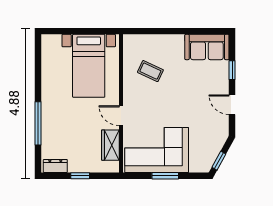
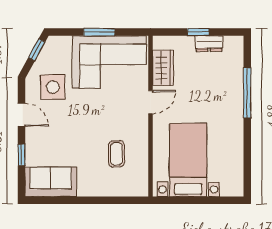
coffee table: (150, 71) -> (116, 154), turned 65
door: (121, 116) -> (151, 102), hinge flipped
side table: (205, 129) -> (53, 87), added
dresser: (55, 166) -> (209, 43), moved

